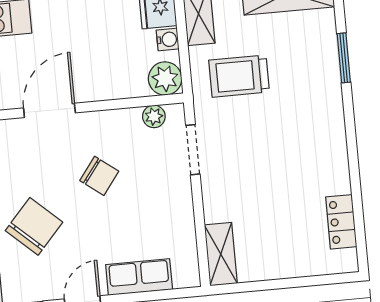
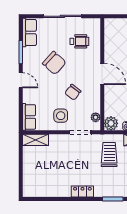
side table: (158, 199) -> (61, 116), added
locker: (341, 222) -> (82, 192), moved
row of seats: (139, 277) -> (29, 117), moved

